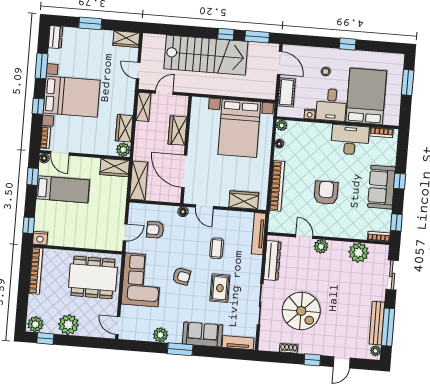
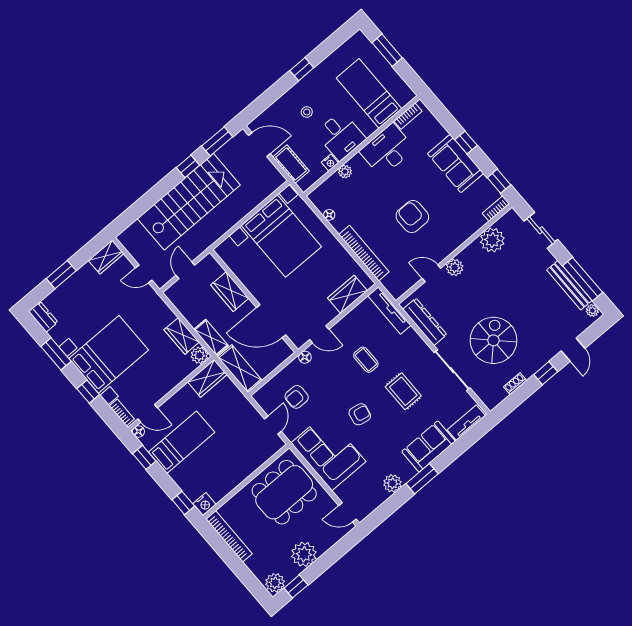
bed: (366, 96) -> (369, 93), width x0.67
shelving: (143, 107) -> (211, 337), moved
plant: (282, 125) -> (345, 172), moved
spiral stairs: (301, 311) -> (493, 340), turned -90

